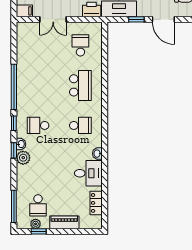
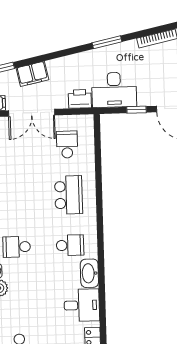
double door: (53, 19) -> (32, 113), width x1.37
washbasin: (97, 154) -> (89, 273), width x1.91, depth x1.45

